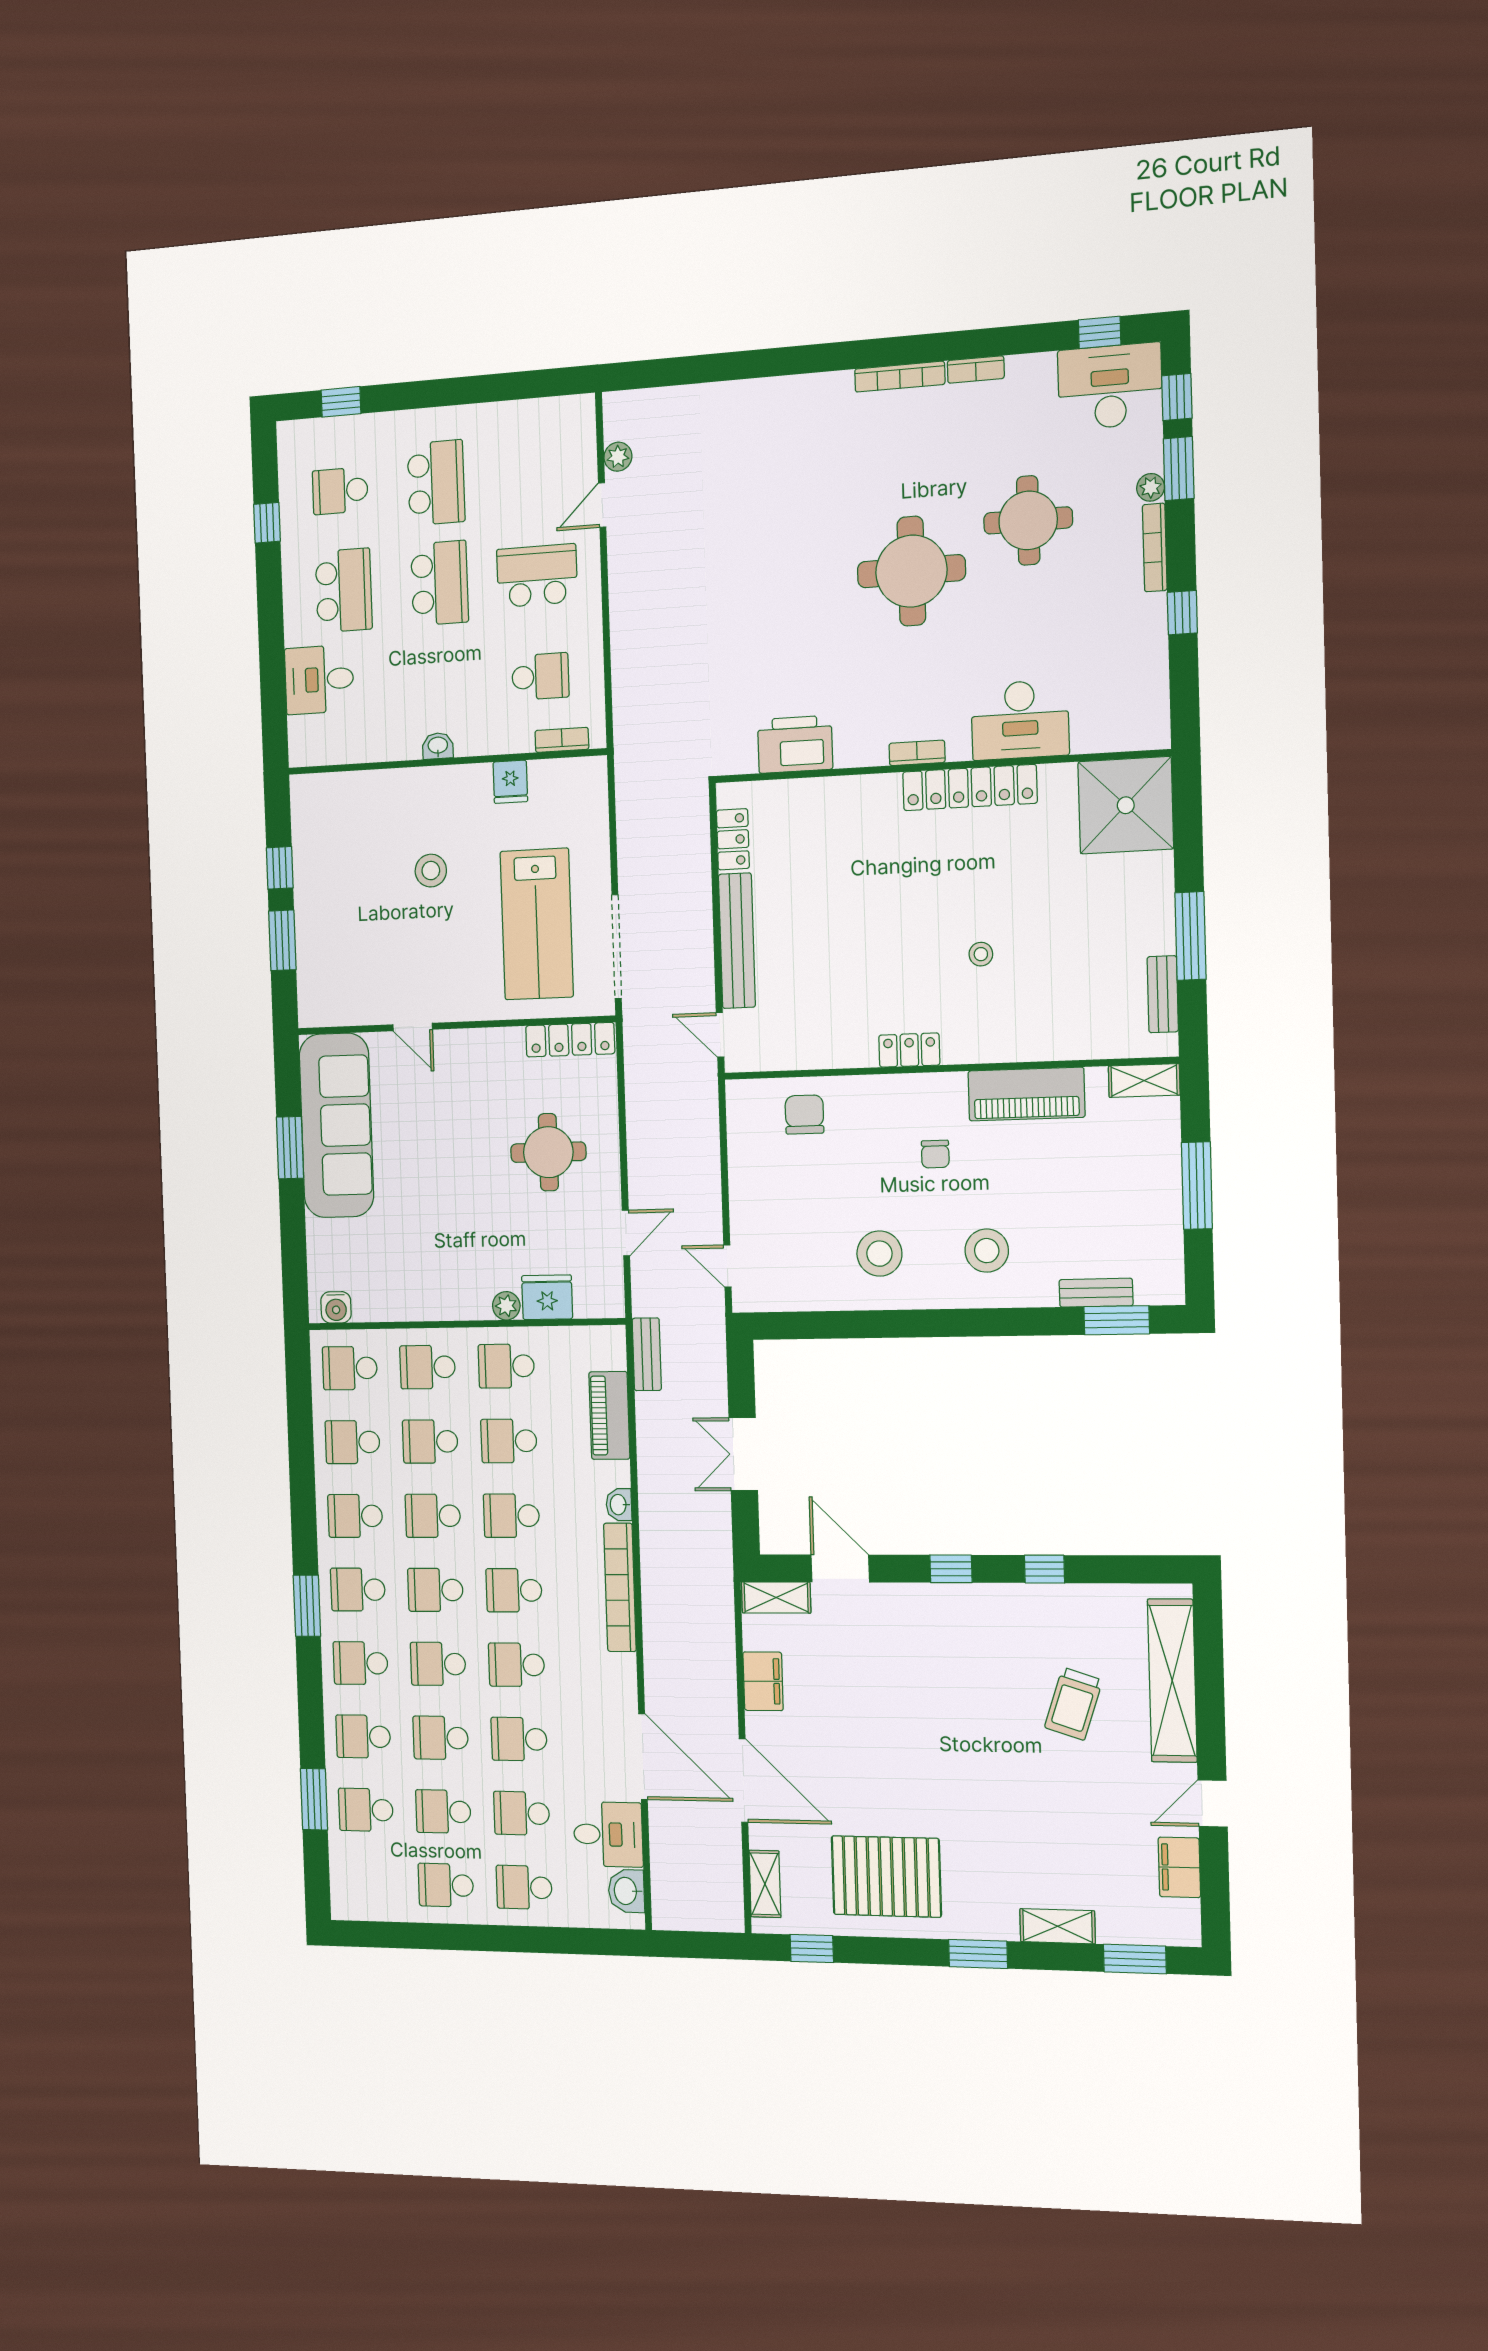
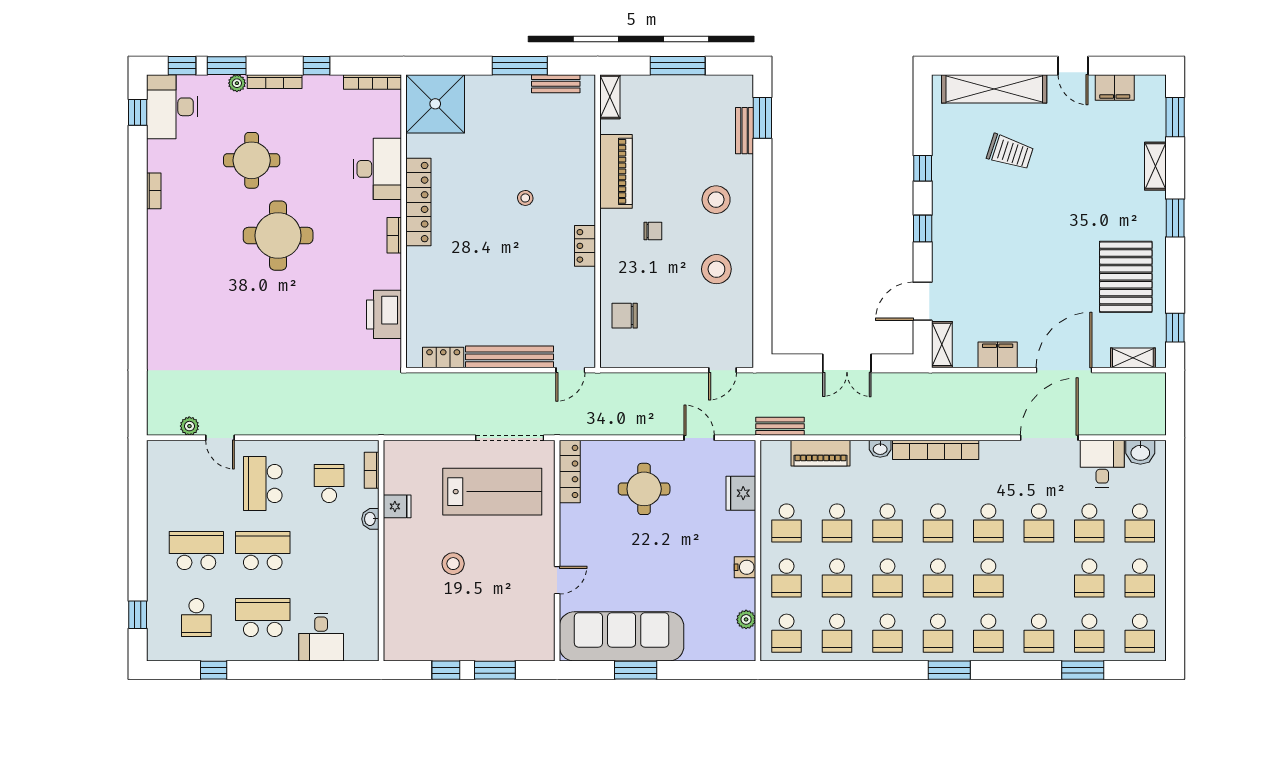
bookcase: (900, 377) -> (373, 82), moved, turned 90
washbasin: (438, 746) -> (370, 519), moved
plant: (506, 1306) -> (746, 619), moved
water cooler: (336, 1307) -> (745, 567), moved
school desk: (441, 1738) -> (1140, 633), moved

